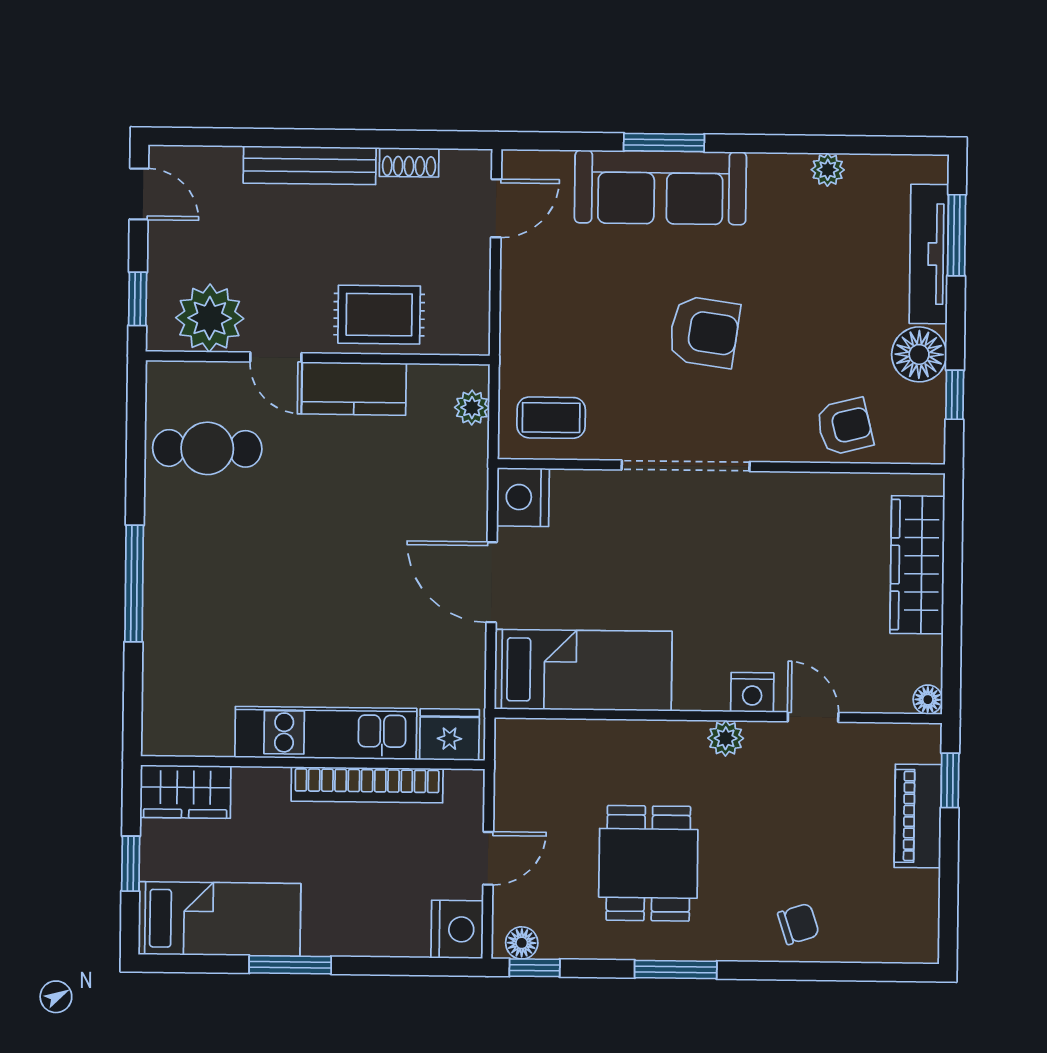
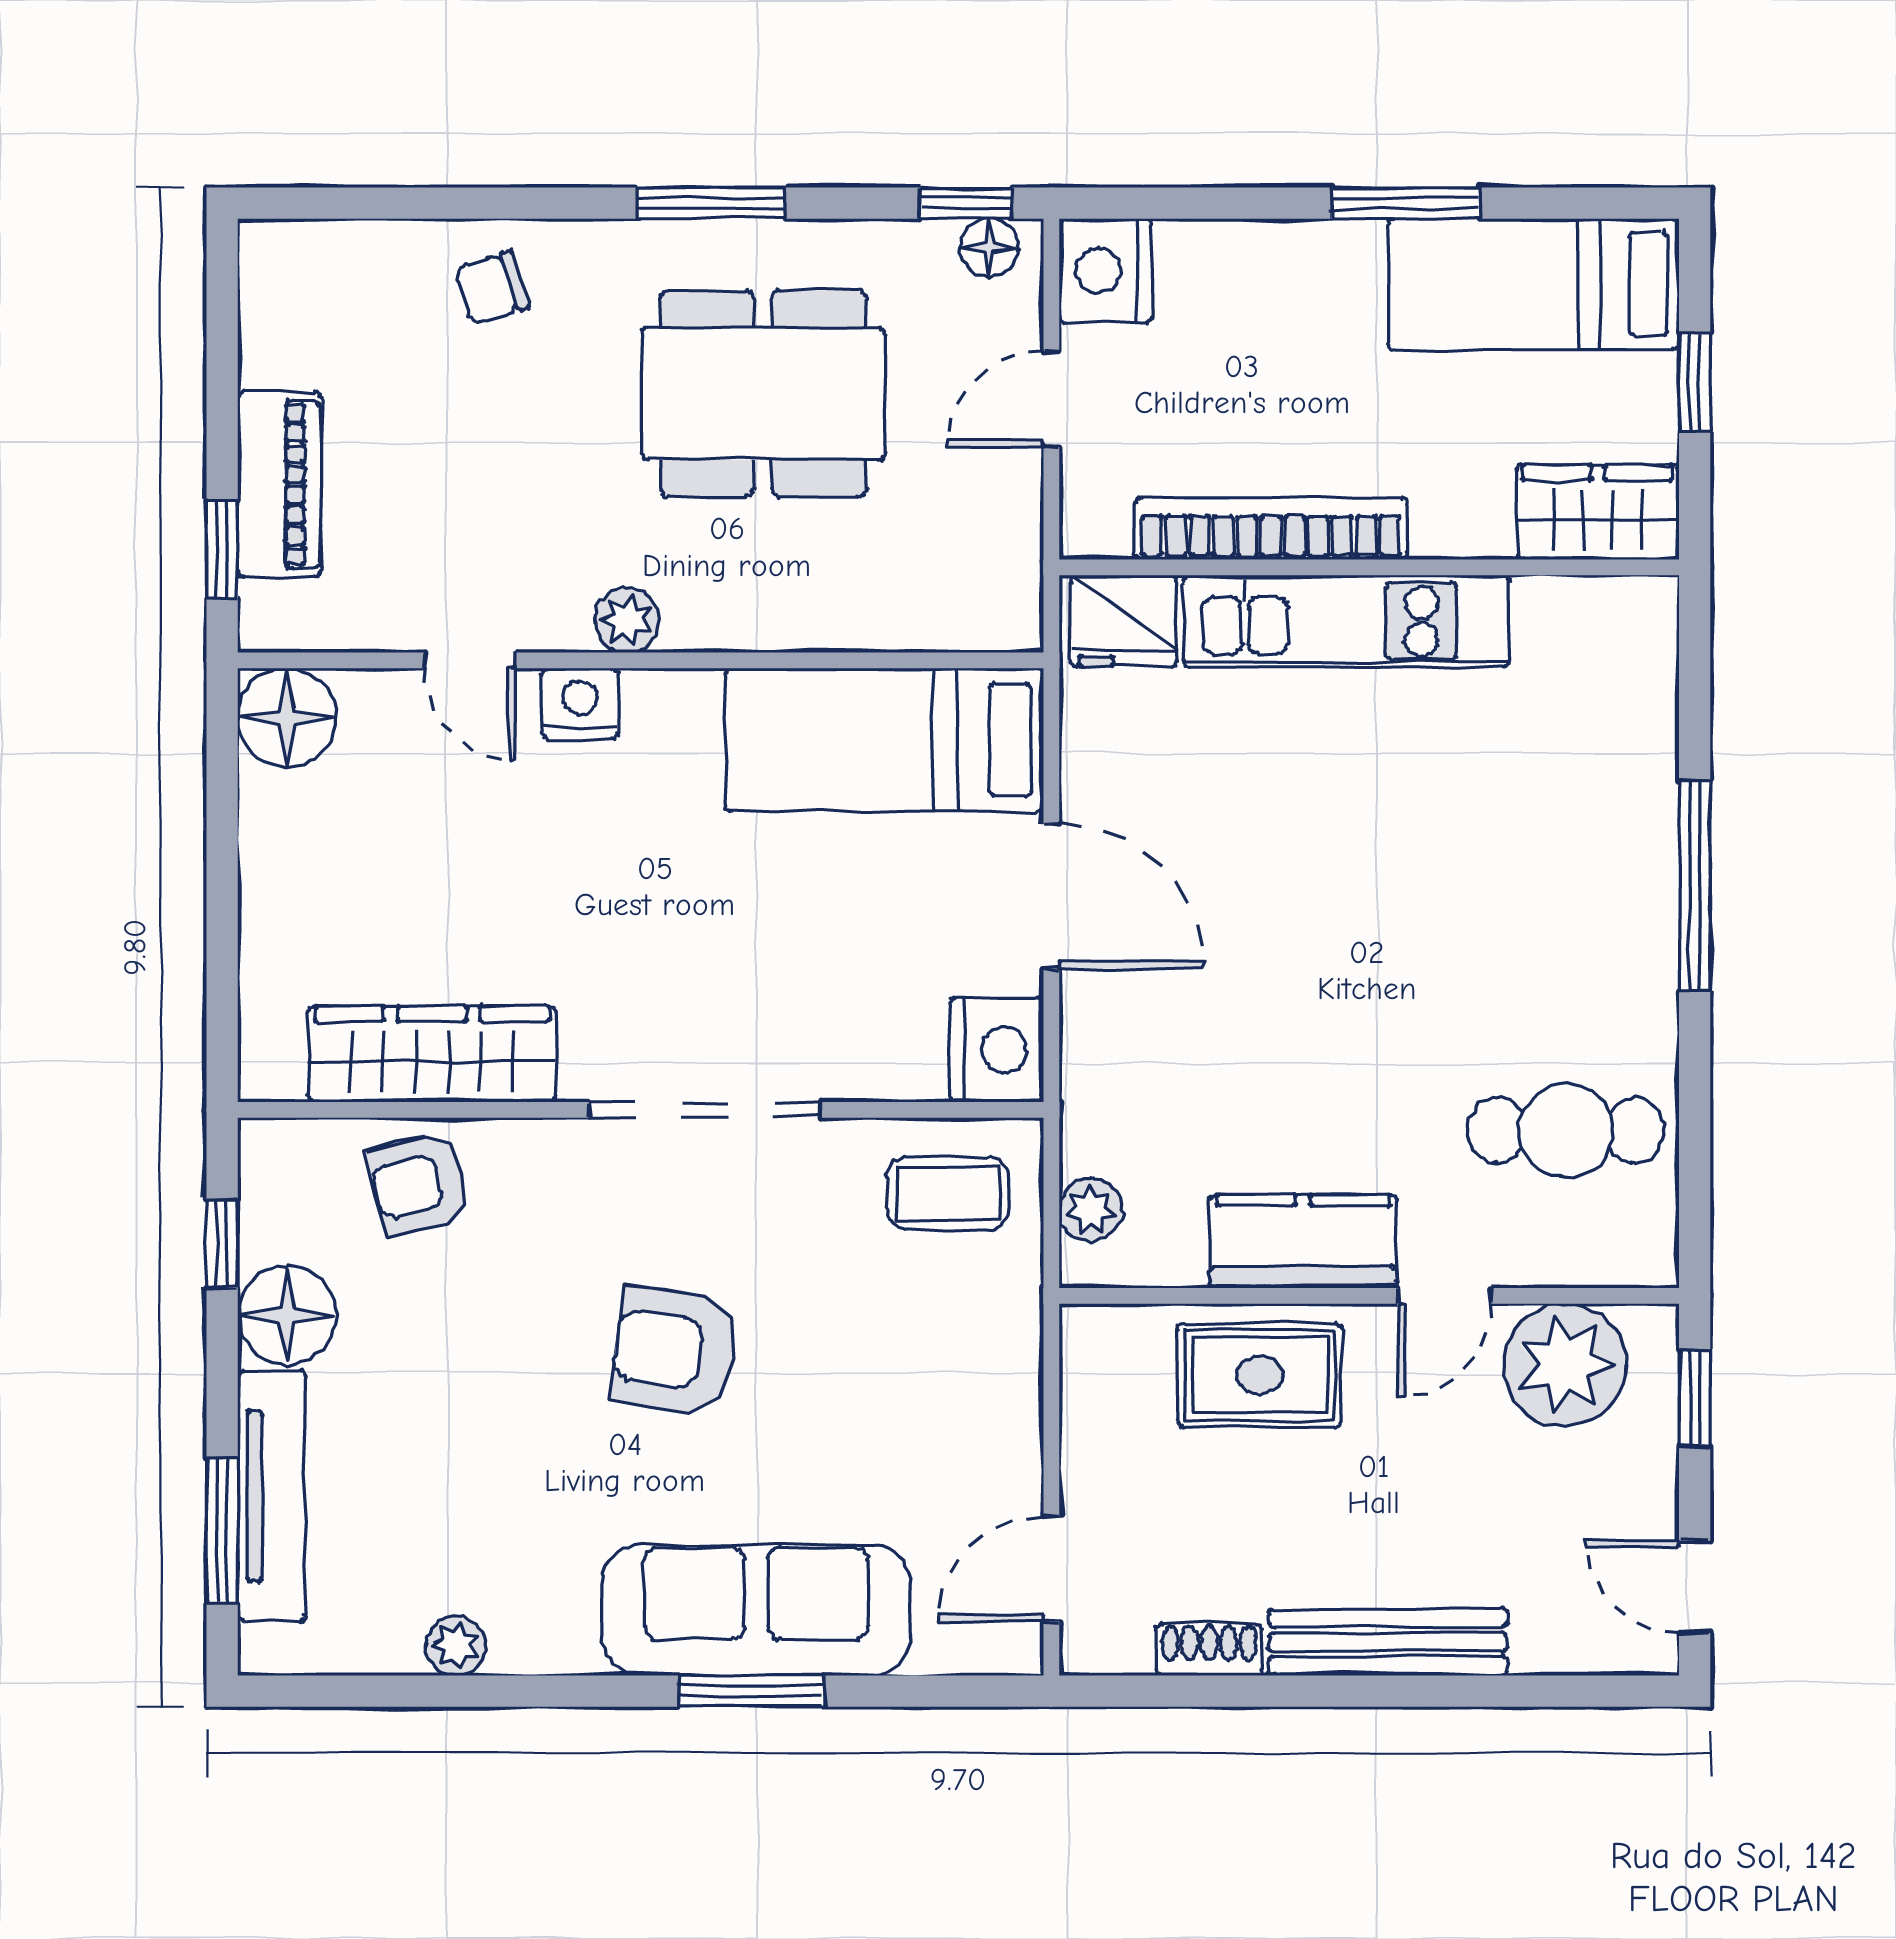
door: (276, 357) -> (1444, 1296), swing flipped
wardrobe: (917, 565) -> (432, 1054), moved, turned -90
floor lamp: (928, 700) -> (287, 717), width x1.89, depth x1.89
dining table: (648, 863) -> (763, 394), width x1.38

